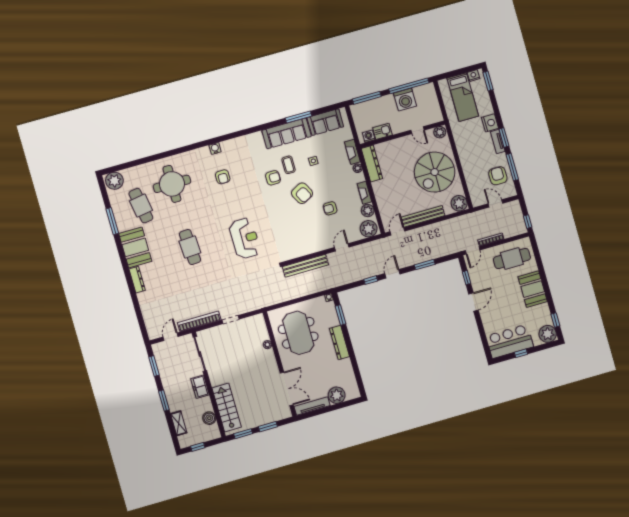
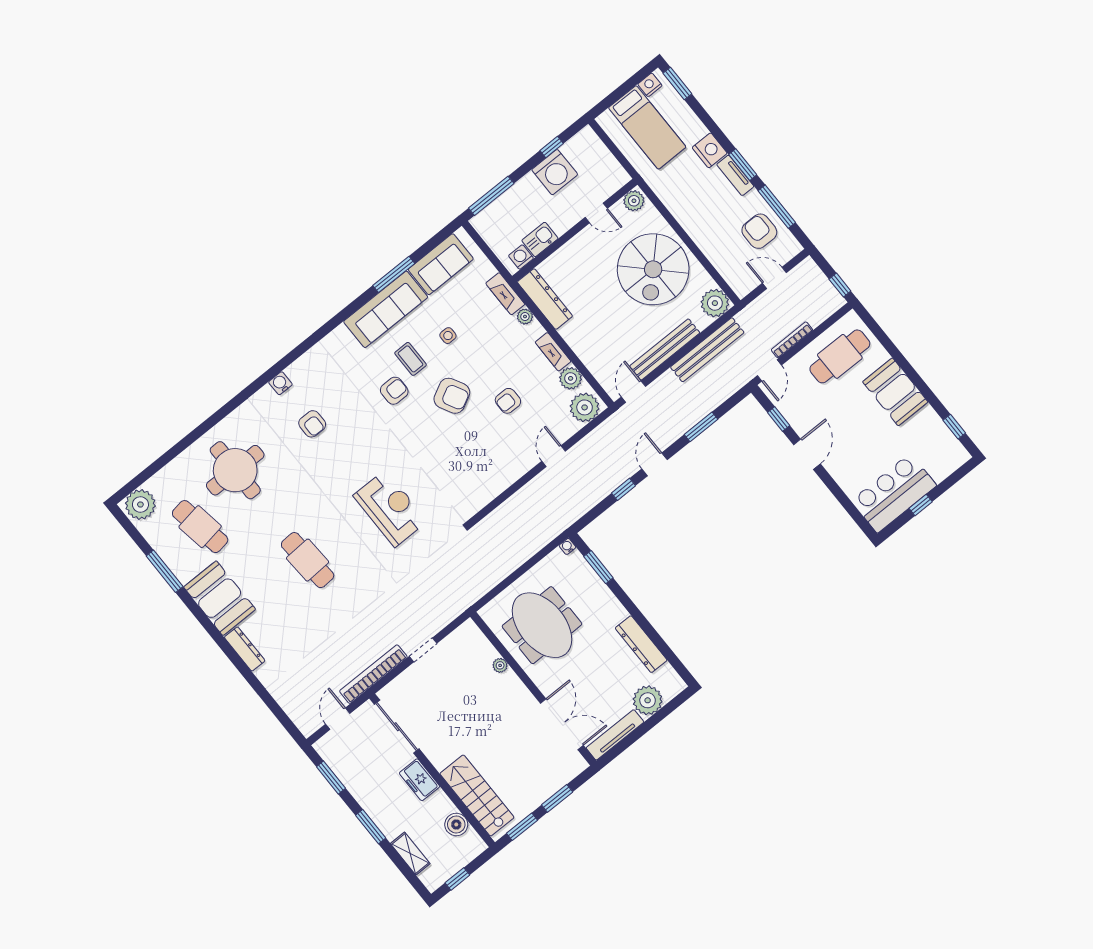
window: (409, 86) -> (552, 147), width x0.32
bench: (305, 266) -> (707, 350), moved
plant: (548, 334) -> (951, 455), removed
dresser: (339, 343) -> (641, 644), moved

